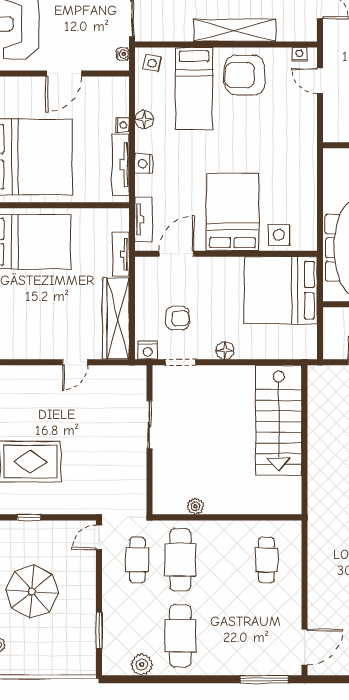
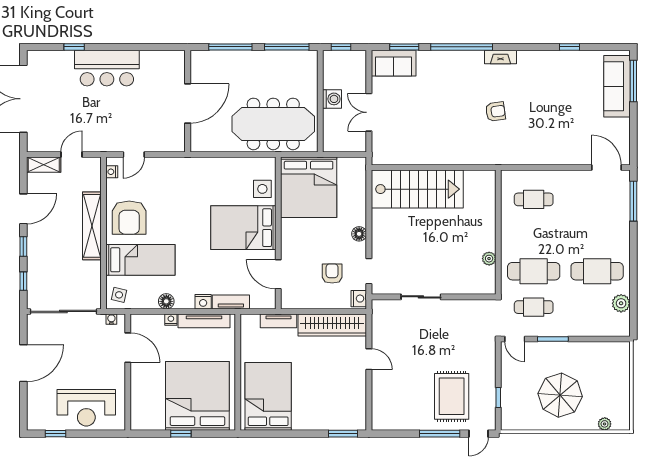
door: (64, 74) -> (128, 348), moved
tv unit: (143, 219) -> (231, 302), moved
window: (99, 630) -> (553, 339), moved

